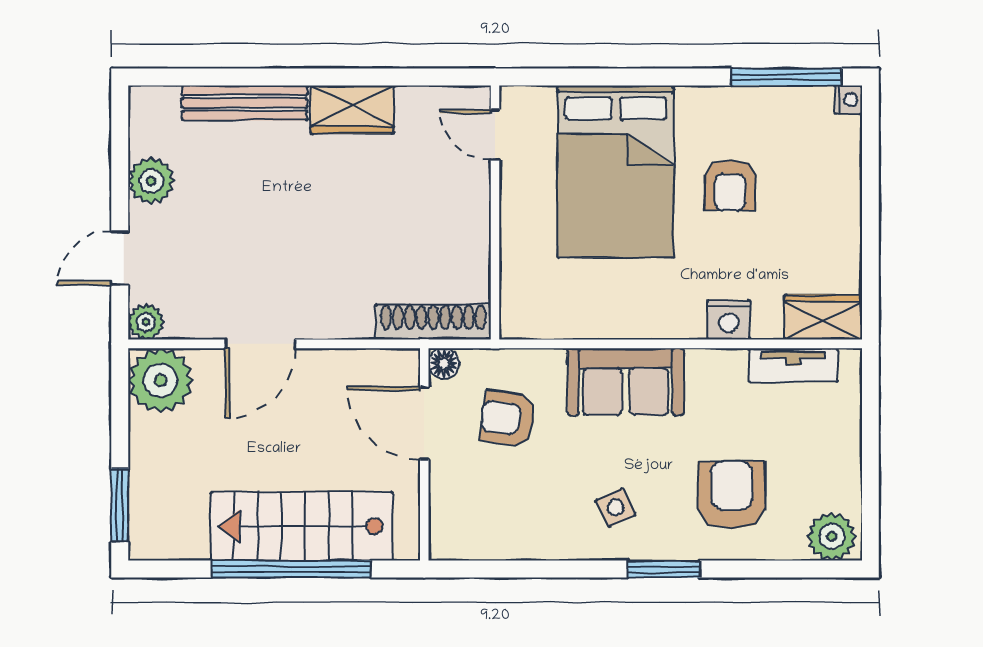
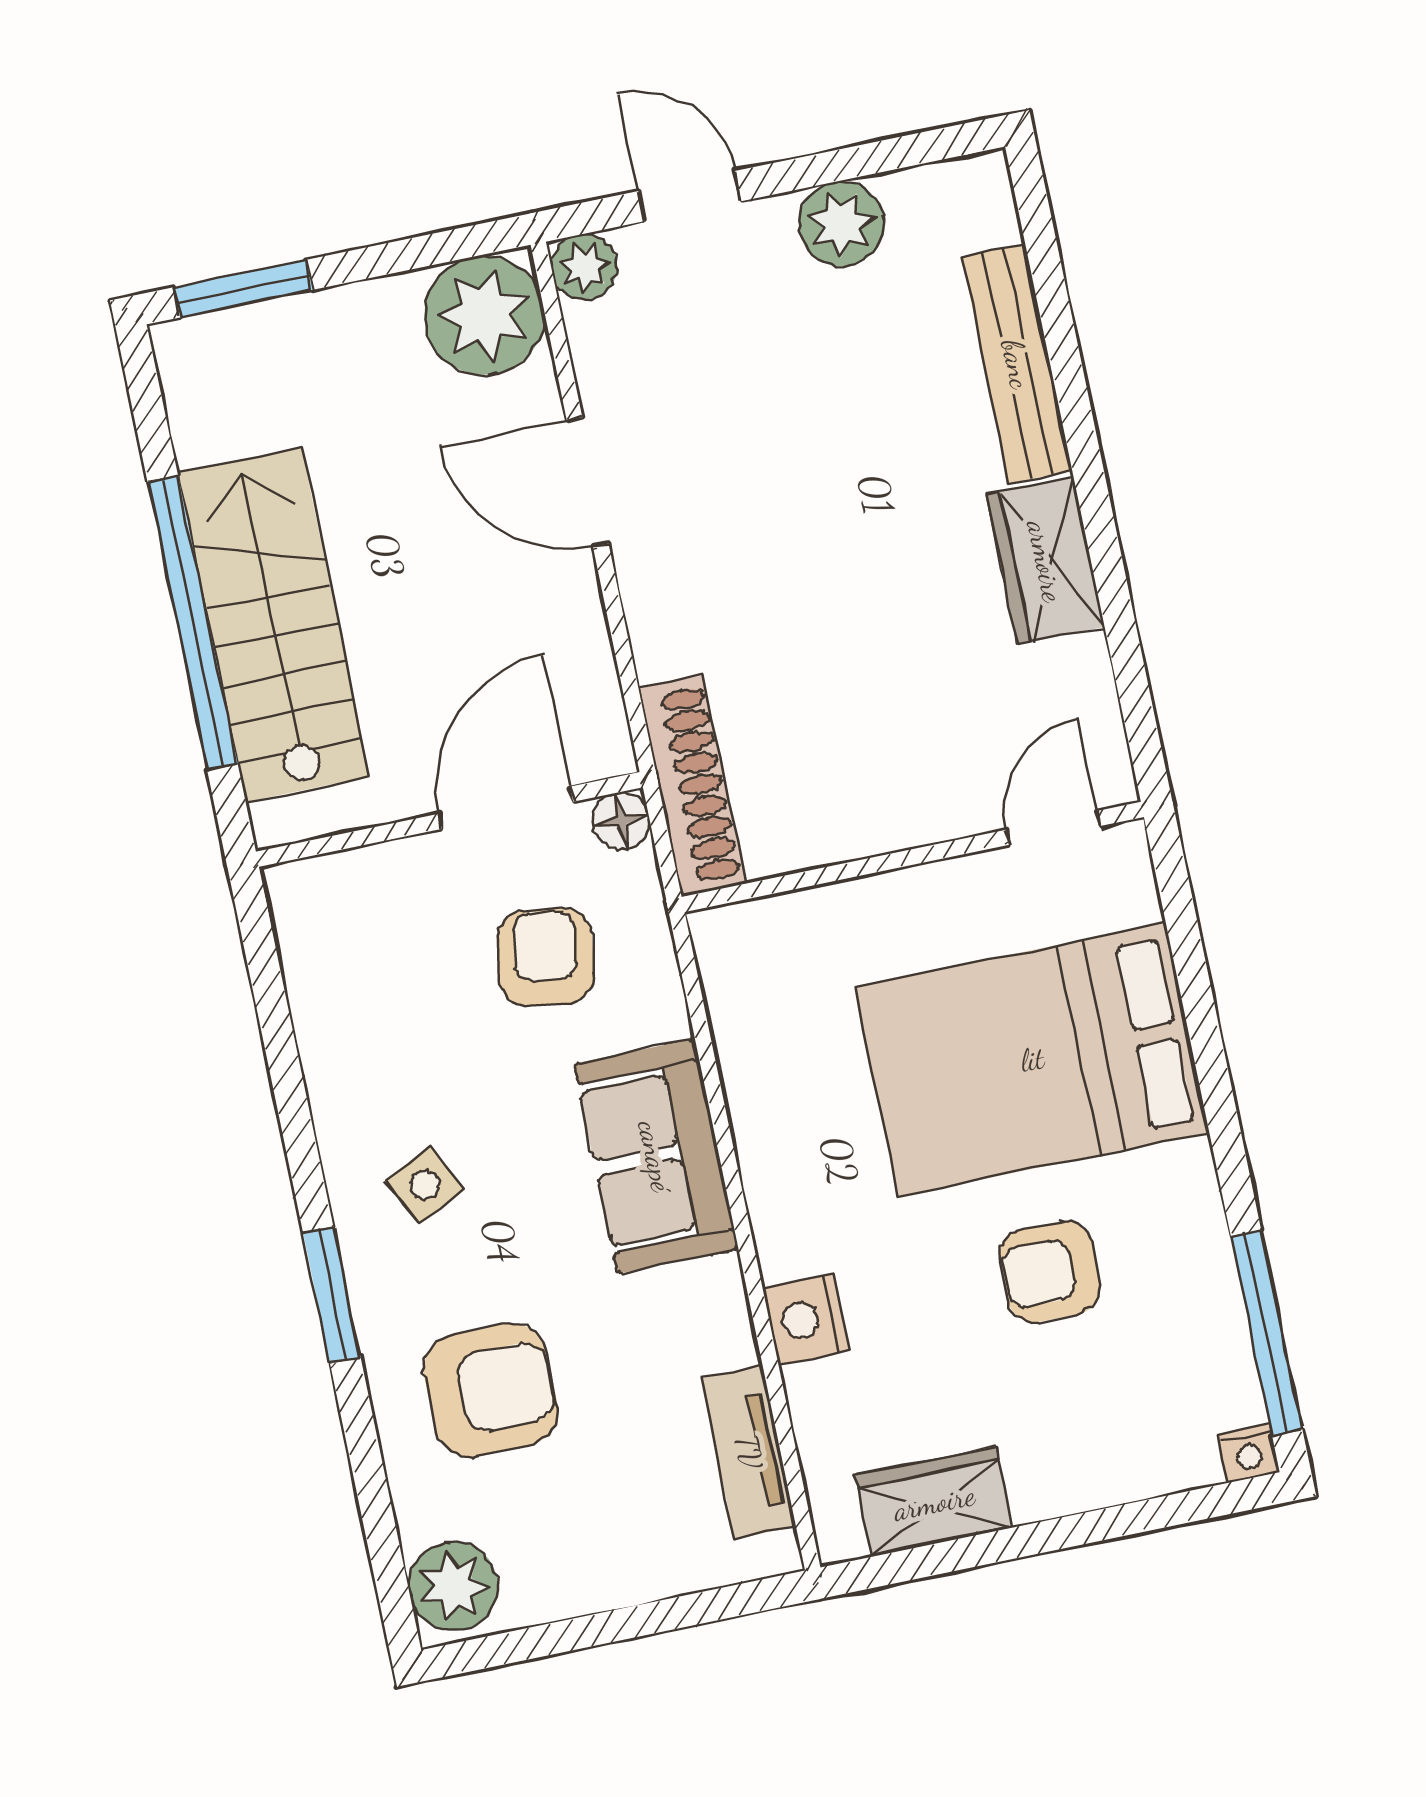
wardrobe: (823, 317) -> (934, 1502), moved, turned -90

